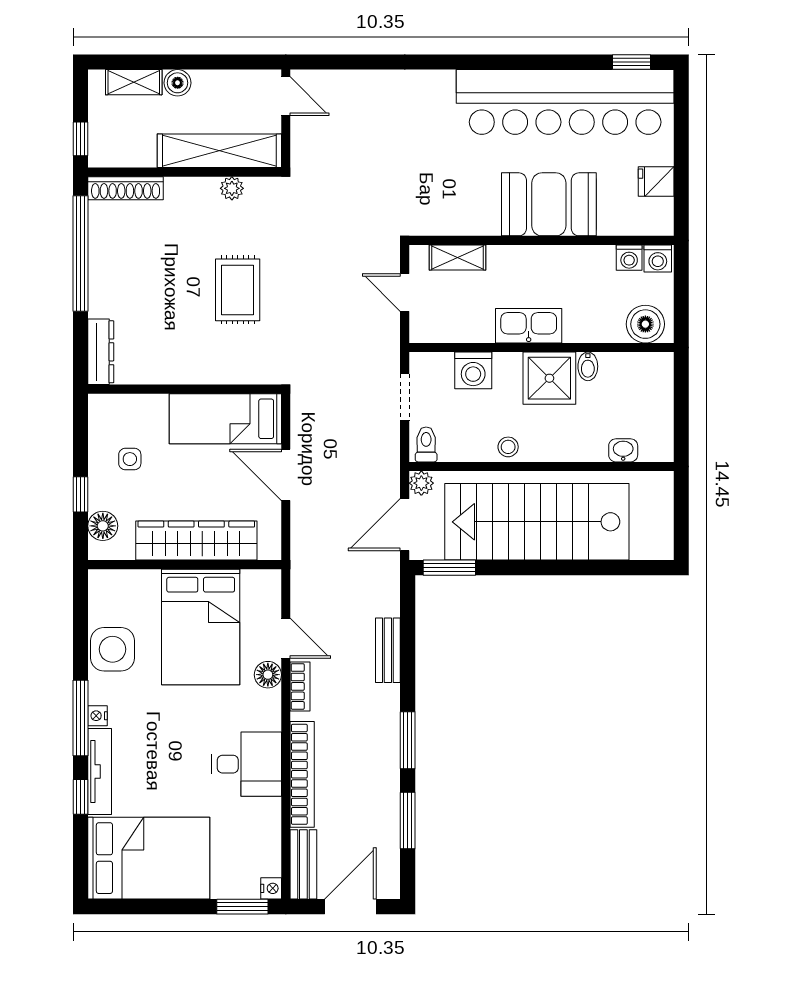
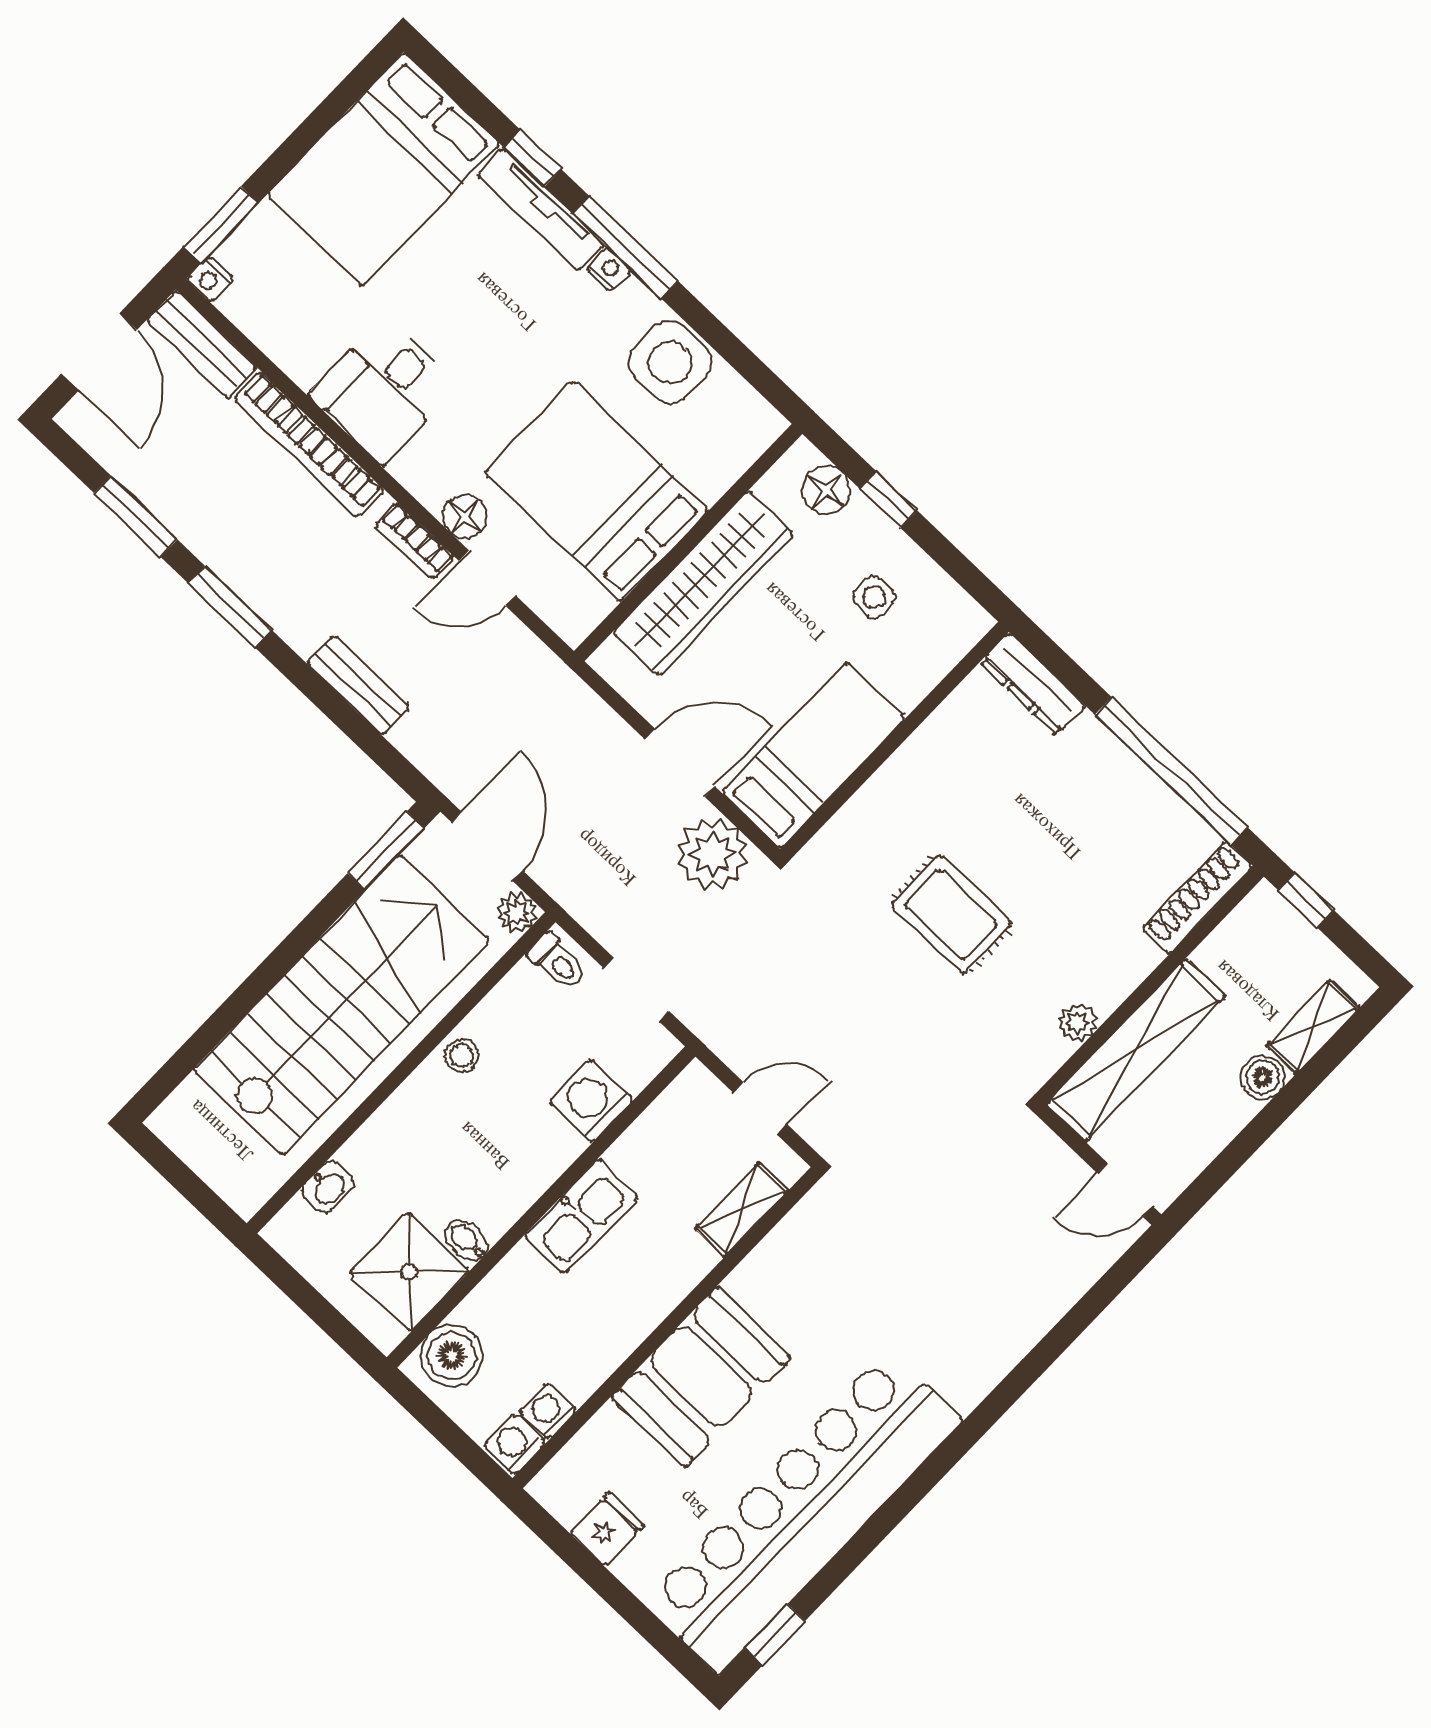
shower: (549, 378) -> (409, 1272), moved
plant: (312, 421) -> (712, 854), added

